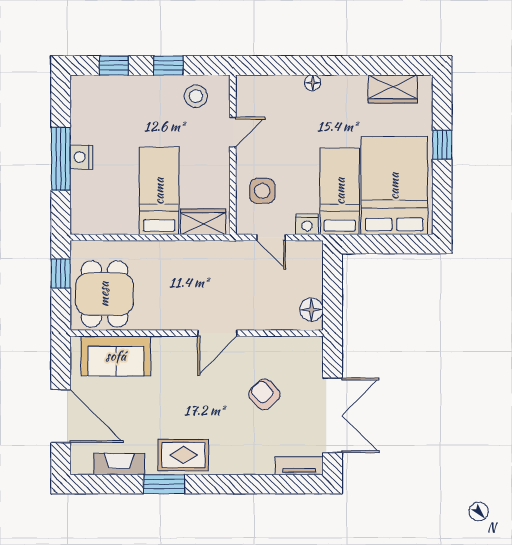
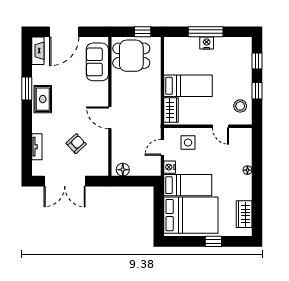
fireplace: (119, 464) -> (38, 51), moved
tv unit: (299, 466) -> (37, 147), moved

